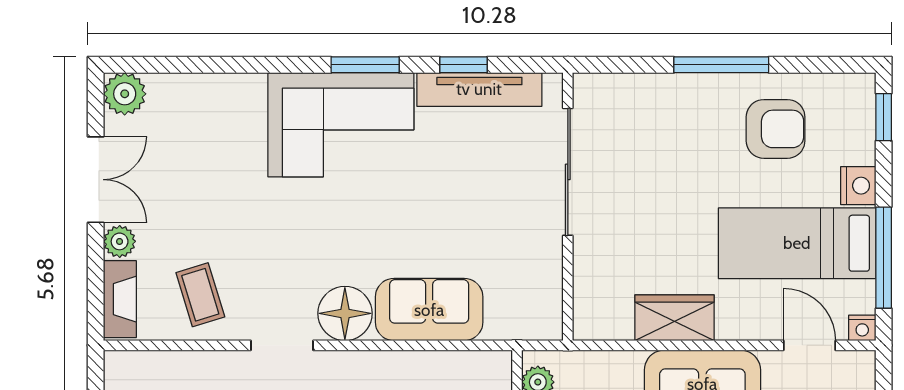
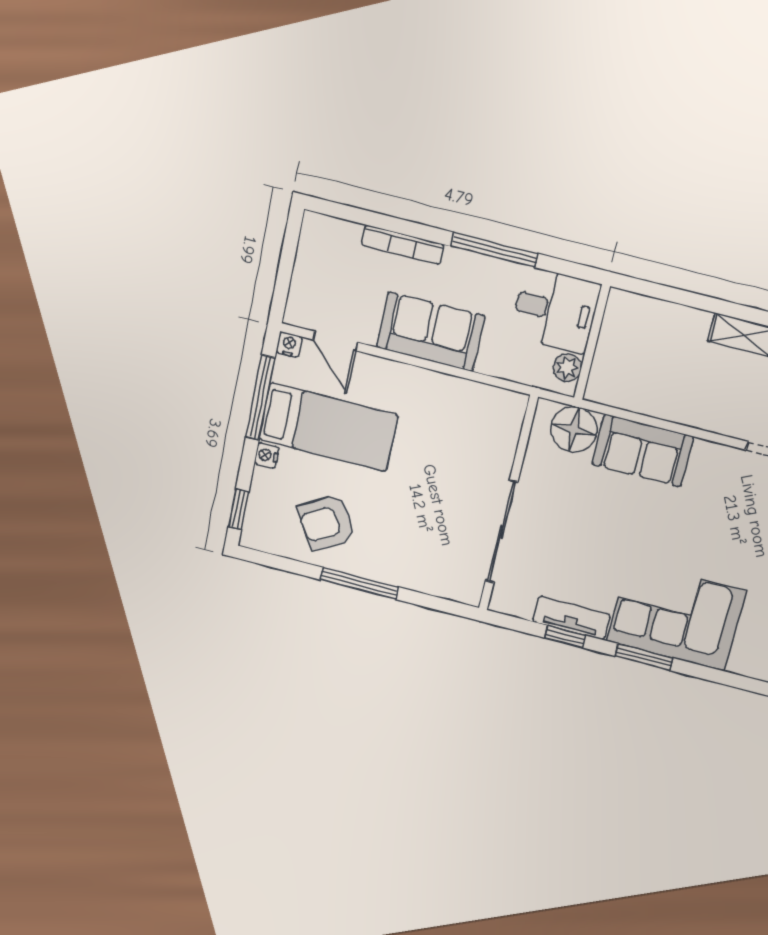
tv unit: (479, 89) -> (572, 618), width x0.71
armchair: (776, 129) -> (327, 522), turned -31
nightstand: (858, 186) -> (267, 455), width x0.72, depth x0.74
floor lamp: (345, 313) -> (574, 430), moved
wardrobe: (674, 318) -> (442, 392), removed

